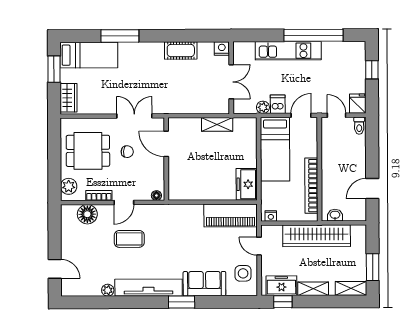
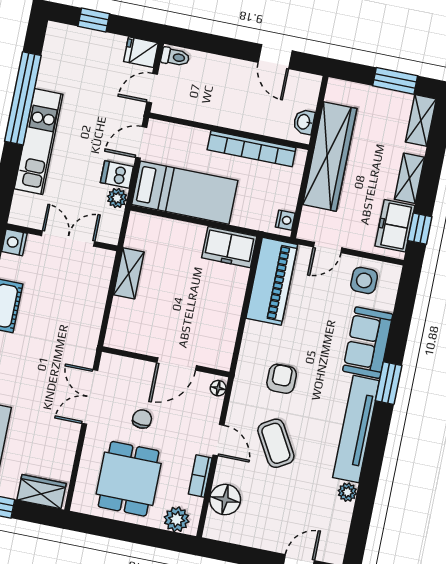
door: (301, 115) -> (141, 142), hinge flipped
door: (166, 144) -> (177, 364), moved
armchair: (171, 234) -> (282, 379), added
coffee table: (129, 239) -> (276, 443), turned -30

